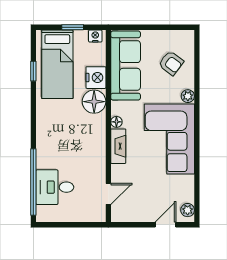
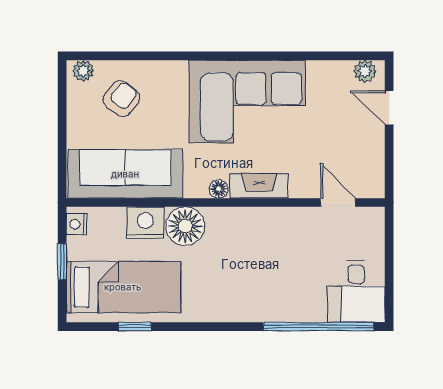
plant: (188, 96) -> (83, 71), moved
desk: (55, 187) -> (356, 291), moved

